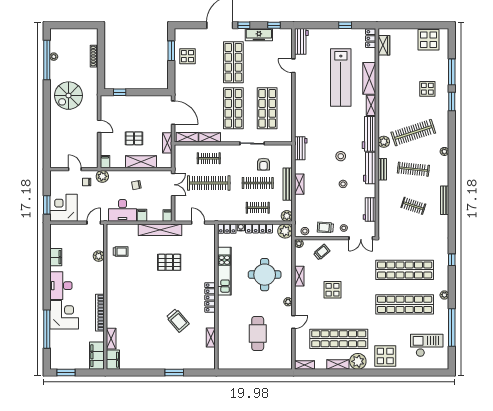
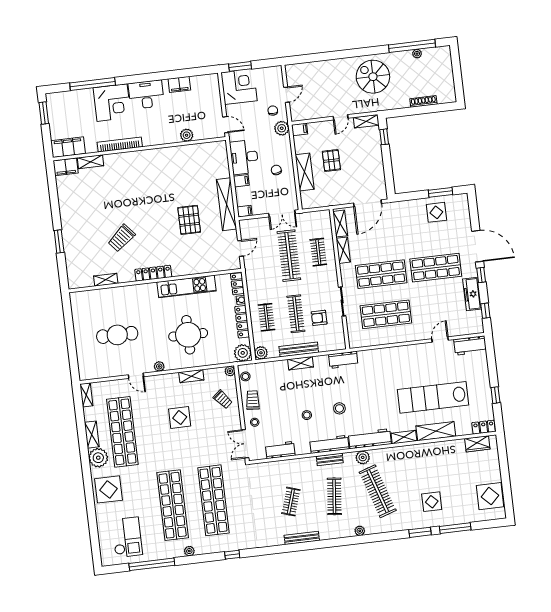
shelving: (167, 143) -> (366, 121), moved
trolley: (121, 252) -> (195, 161), removed

